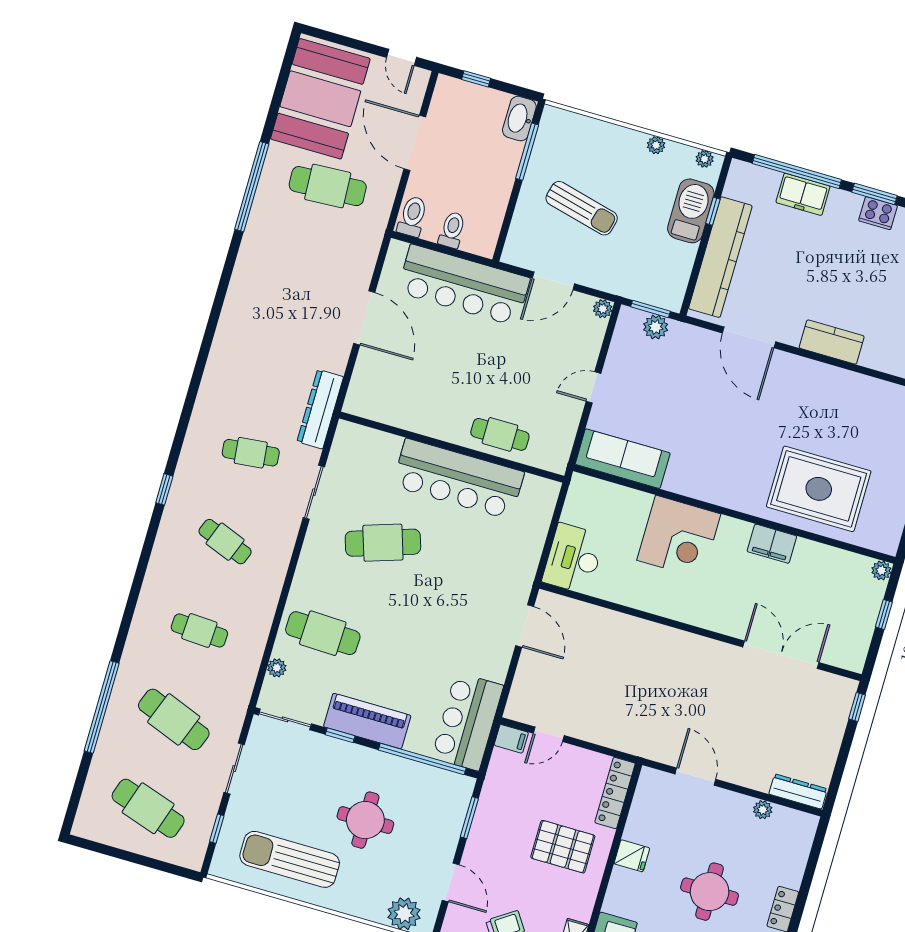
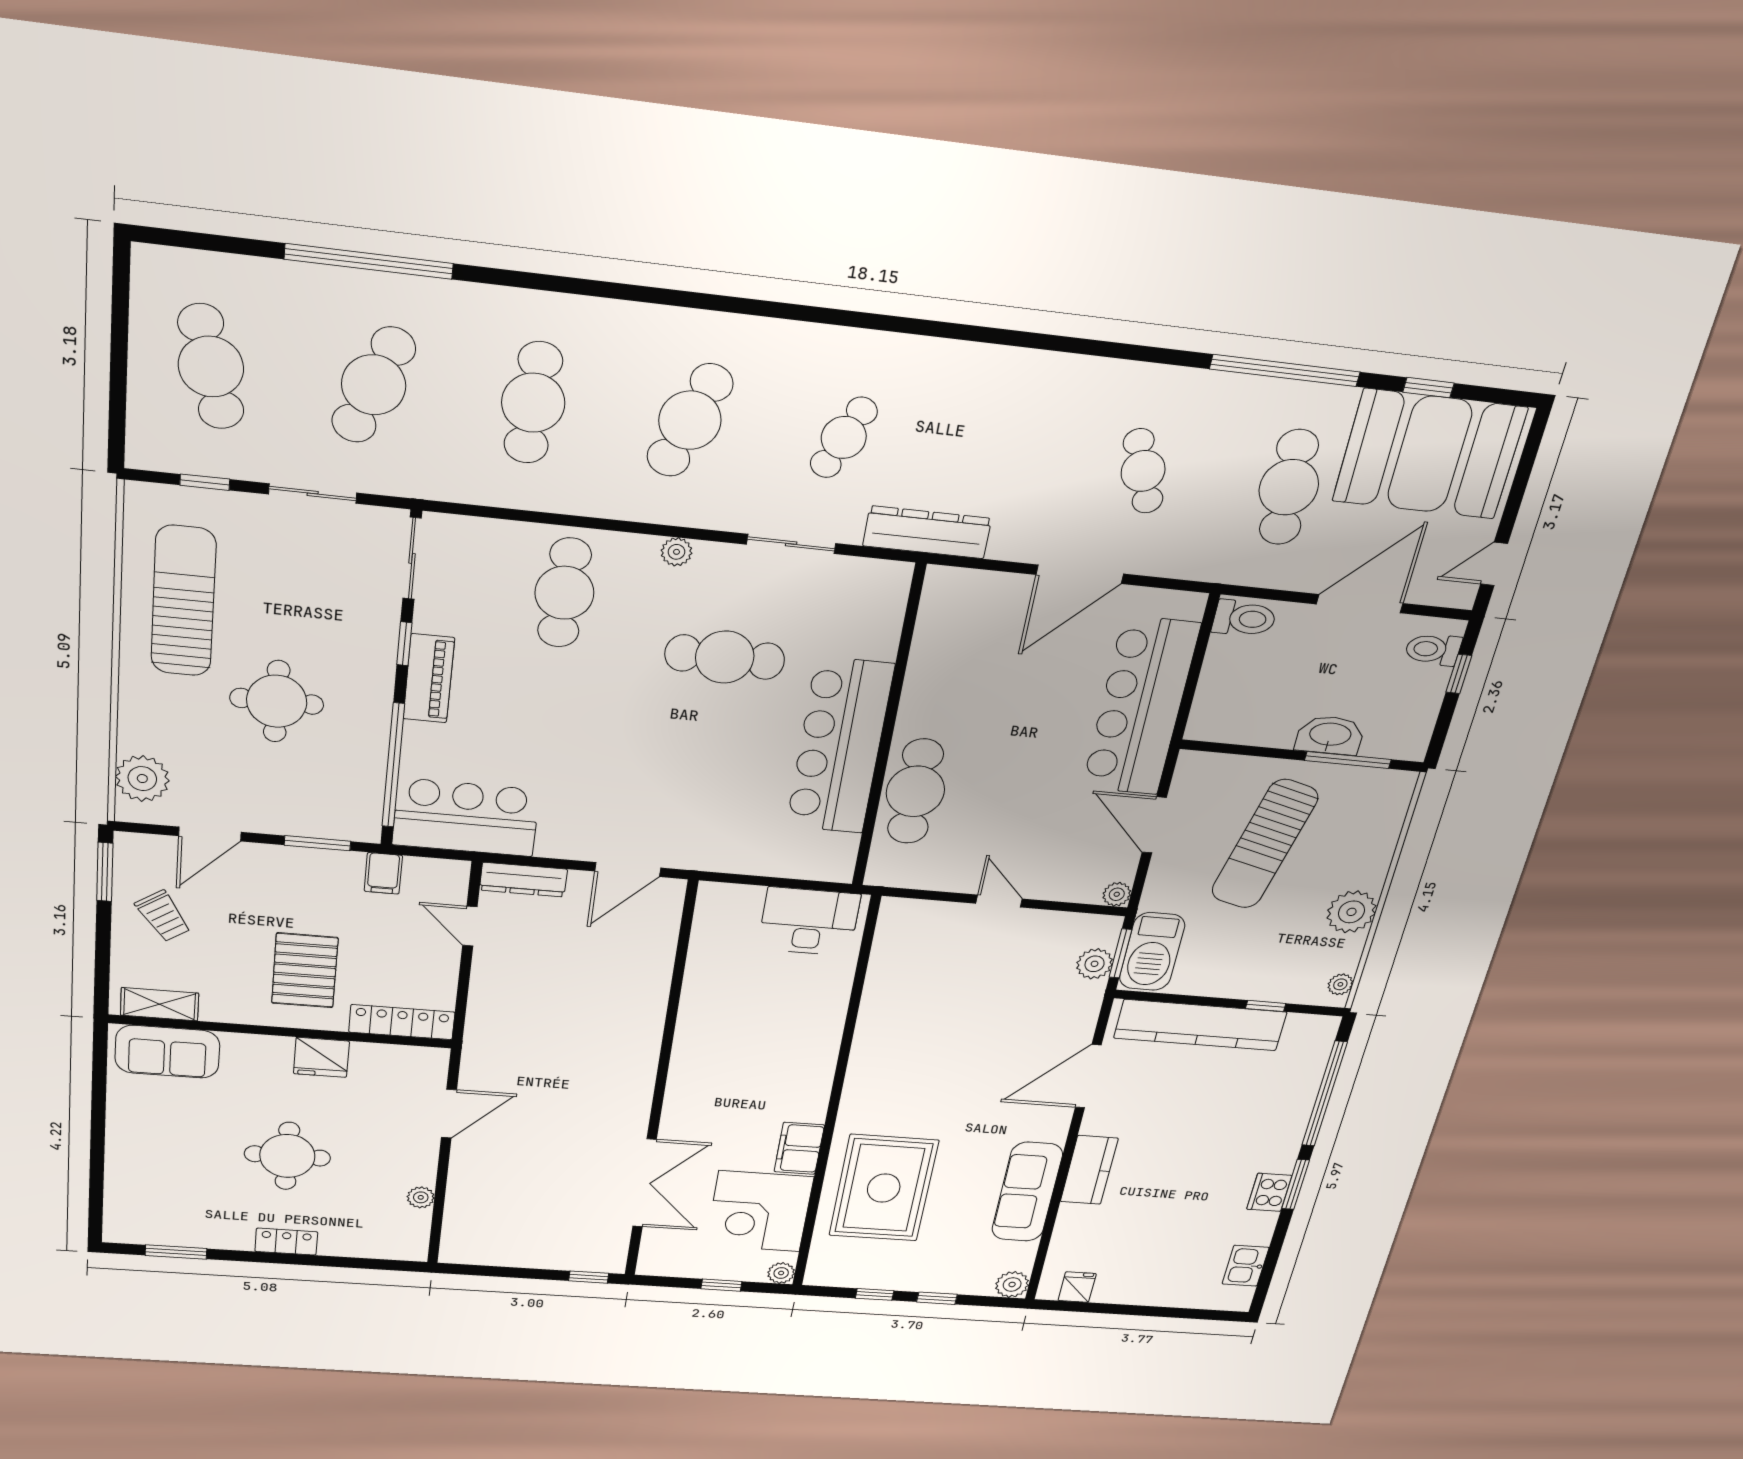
washbasin: (519, 119) -> (1330, 735), moved
plant: (656, 145) -> (1351, 912), width x1.88, depth x1.88
freezer: (803, 194) -> (1293, 1106), removed
sun lounger: (582, 208) -> (1265, 844), width x1.36, depth x1.34
barbecue: (691, 211) -> (1152, 952), moved, turned 90
toilet: (452, 230) -> (1433, 649), moved, turned 180
cafe table: (302, 275) -> (1143, 471), added
cafe table: (500, 434) -> (915, 791), width x1.37, depth x1.35
cafe table: (251, 453) -> (844, 437), turned 30
sofa: (623, 459) -> (1027, 1192), moved, turned 180
window: (164, 489) -> (1428, 388), moved
corner desk: (679, 537) -> (759, 1211), moved
cafe table: (225, 542) -> (690, 420), width x1.37, depth x1.35
cafe table: (383, 543) -> (725, 657), turned -72
desk: (573, 559) -> (809, 922), moved
cafe table: (199, 631) -> (533, 403), width x1.37, depth x1.35
plant: (277, 668) -> (676, 552), moved
piano: (367, 721) -> (429, 678), width x0.73, depth x0.75
filing cabinet: (511, 739) -> (383, 873), moved
dresser: (798, 791) -> (523, 880), moved, turned 90
cafe table: (148, 808) -> (211, 367), turned -33
fridge: (632, 856) -> (321, 1057), width x1.38

